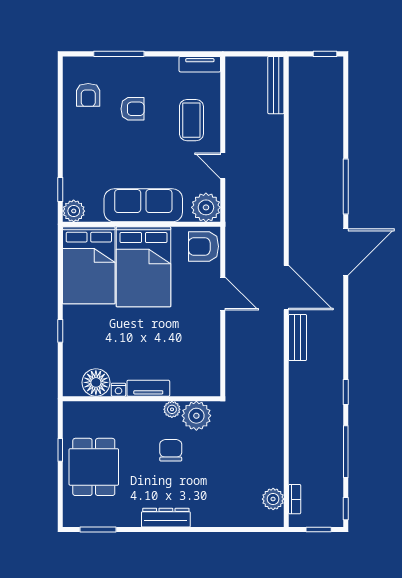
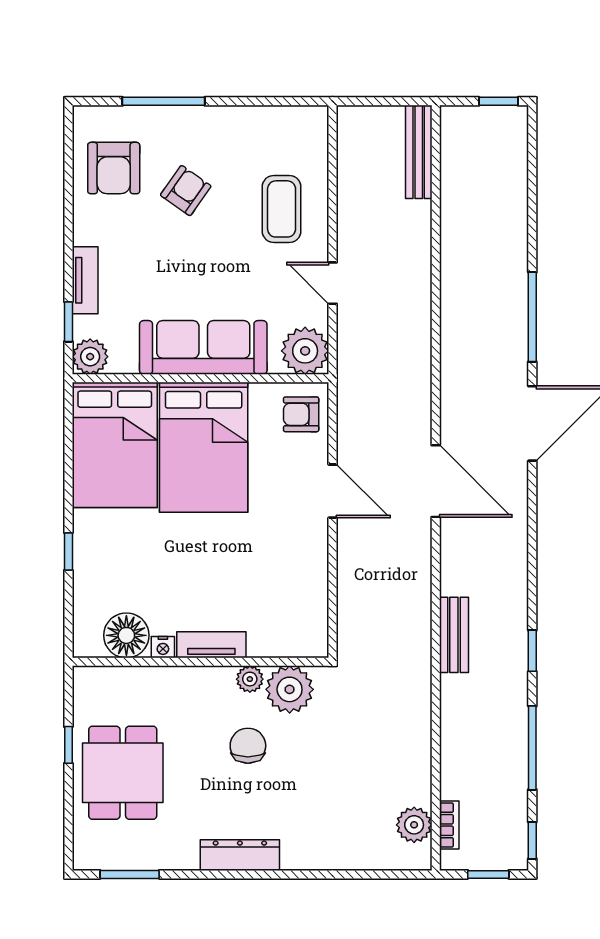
tv unit: (200, 64) -> (85, 280), moved, turned -90
armchair: (88, 95) -> (114, 168), width x1.38, depth x1.38
armchair: (133, 109) -> (186, 191), turned -55
armchair: (203, 246) -> (301, 414), width x0.72, depth x0.72
bench: (298, 337) -> (454, 635), moved

